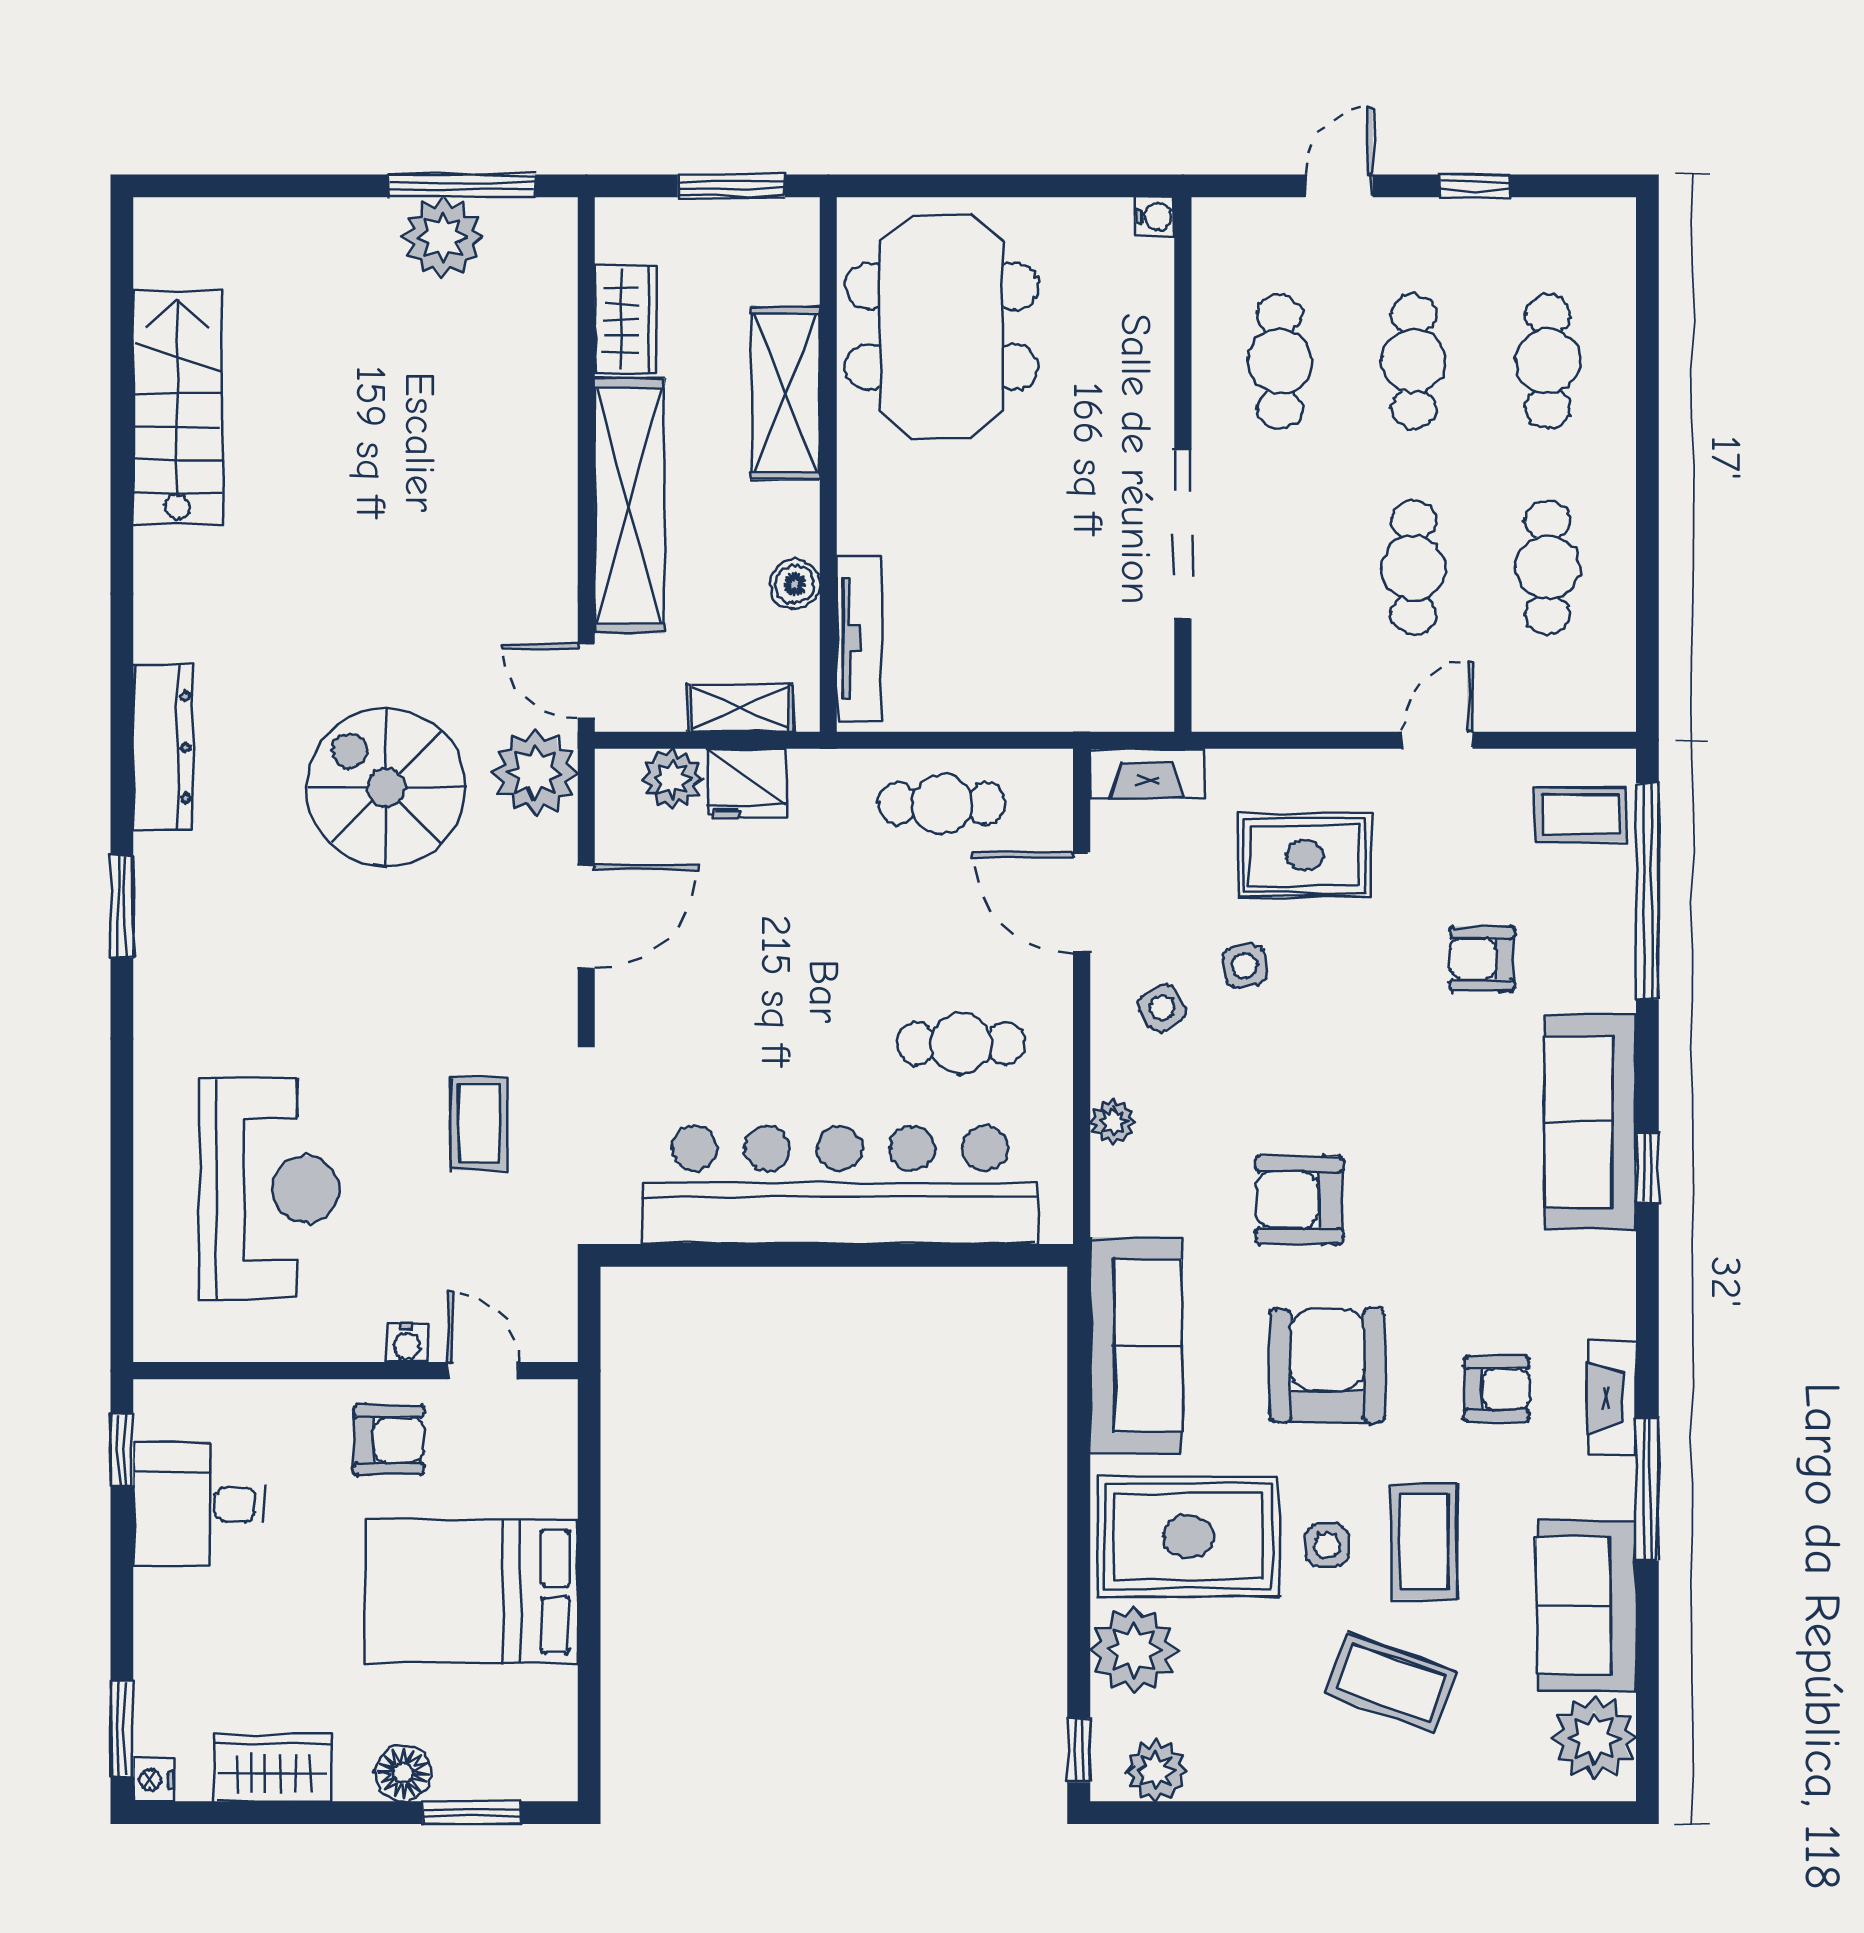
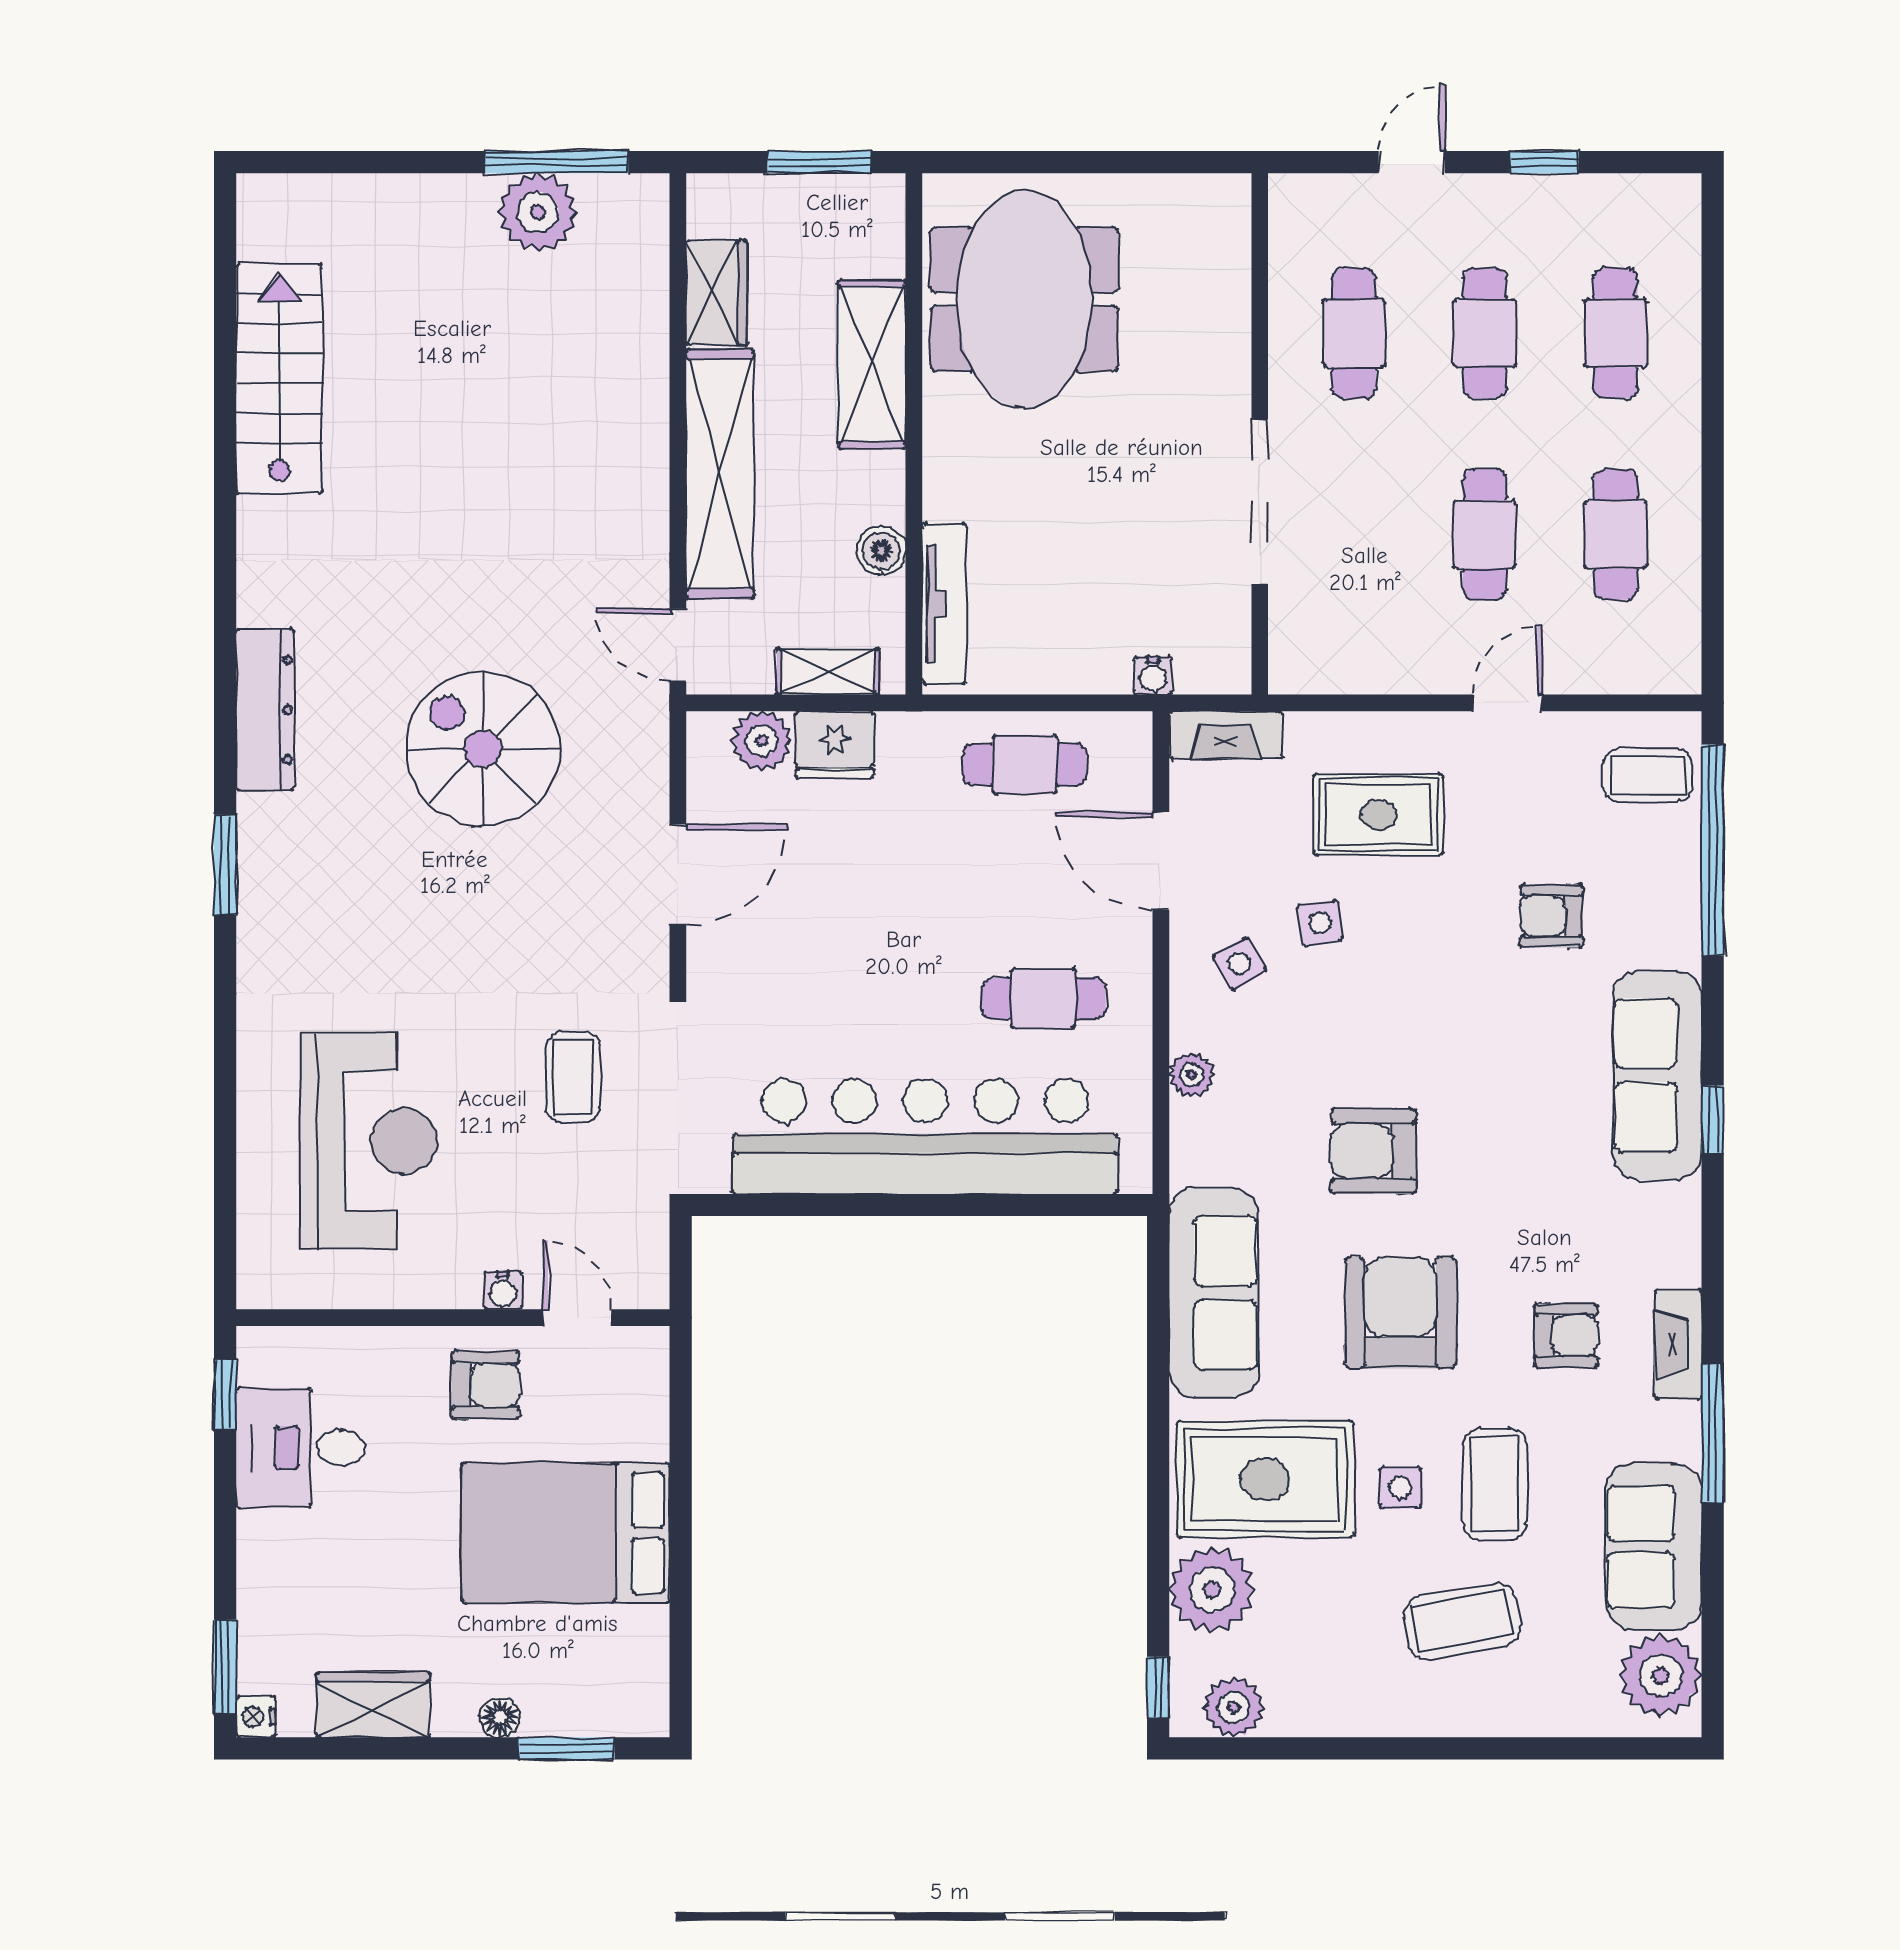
water cooler: (1155, 217) -> (1153, 676), moved, turned 90
plant: (535, 773) -> (628, 734), removed
coffee table: (1390, 1682) -> (1462, 1621), turned -30
floor lamp: (403, 1773) -> (500, 1717), width x0.73, depth x0.73

